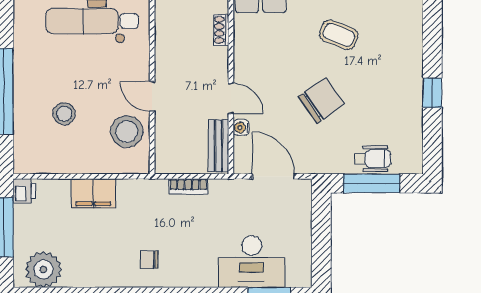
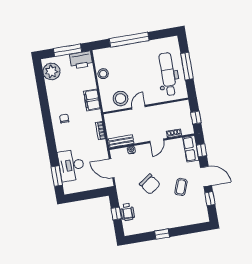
door: (231, 98) -> (157, 141), moved
stool: (64, 114) -> (103, 74), moved
door: (273, 176) -> (112, 168), swing flipped
window: (372, 183) -> (116, 213), width x0.46
printer: (24, 191) -> (81, 60), width x1.87, depth x1.48
filing cabinet: (93, 193) -> (92, 100), moved

